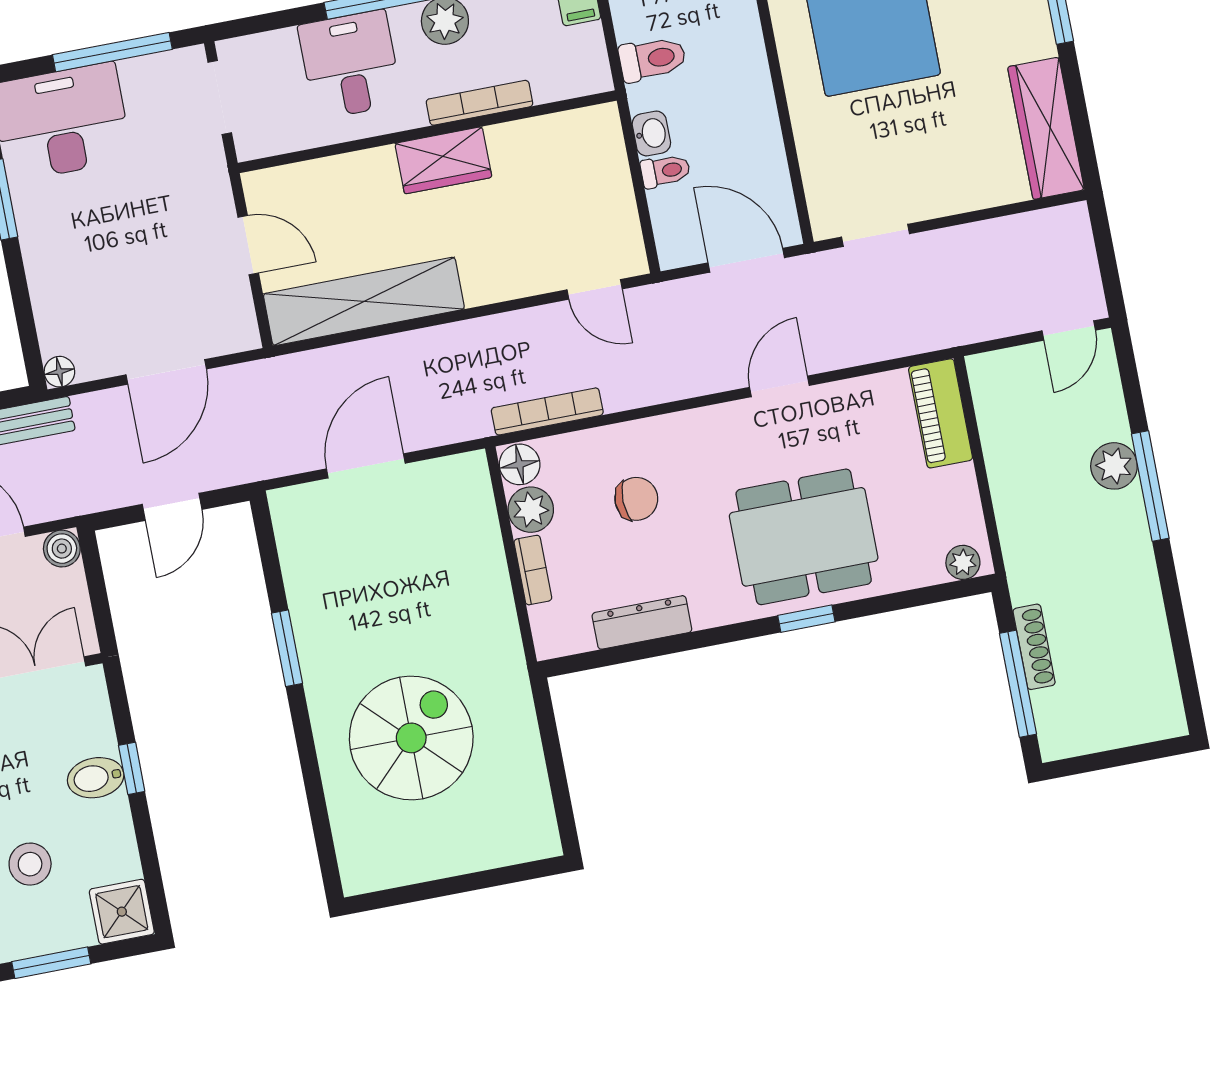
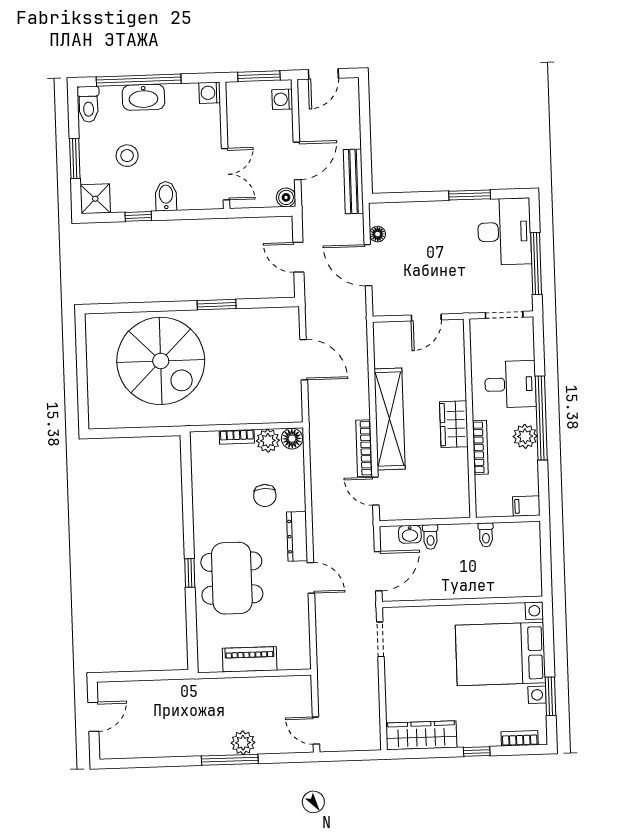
toilet: (652, 59) -> (486, 535), width x0.73, depth x0.72
washbasin: (651, 133) -> (410, 534), moved
door: (595, 289) -> (375, 491), hinge flipped
shelving: (364, 301) -> (390, 419), moved
floor lamp: (59, 372) -> (378, 234), moved
bookcase: (547, 411) -> (364, 448), moved, turned 180
piano: (941, 413) -> (250, 659), moved
plant: (963, 562) -> (206, 658), removed
dresser: (642, 622) -> (297, 536), moved, turned 180
shoe rack: (1034, 647) -> (157, 687), removed
window: (1018, 684) -> (139, 676), removed
spiral stairs: (411, 738) -> (161, 361), width x1.37, depth x1.37
door: (1110, 759) -> (93, 717), added
window: (132, 768) -> (138, 216), moved

